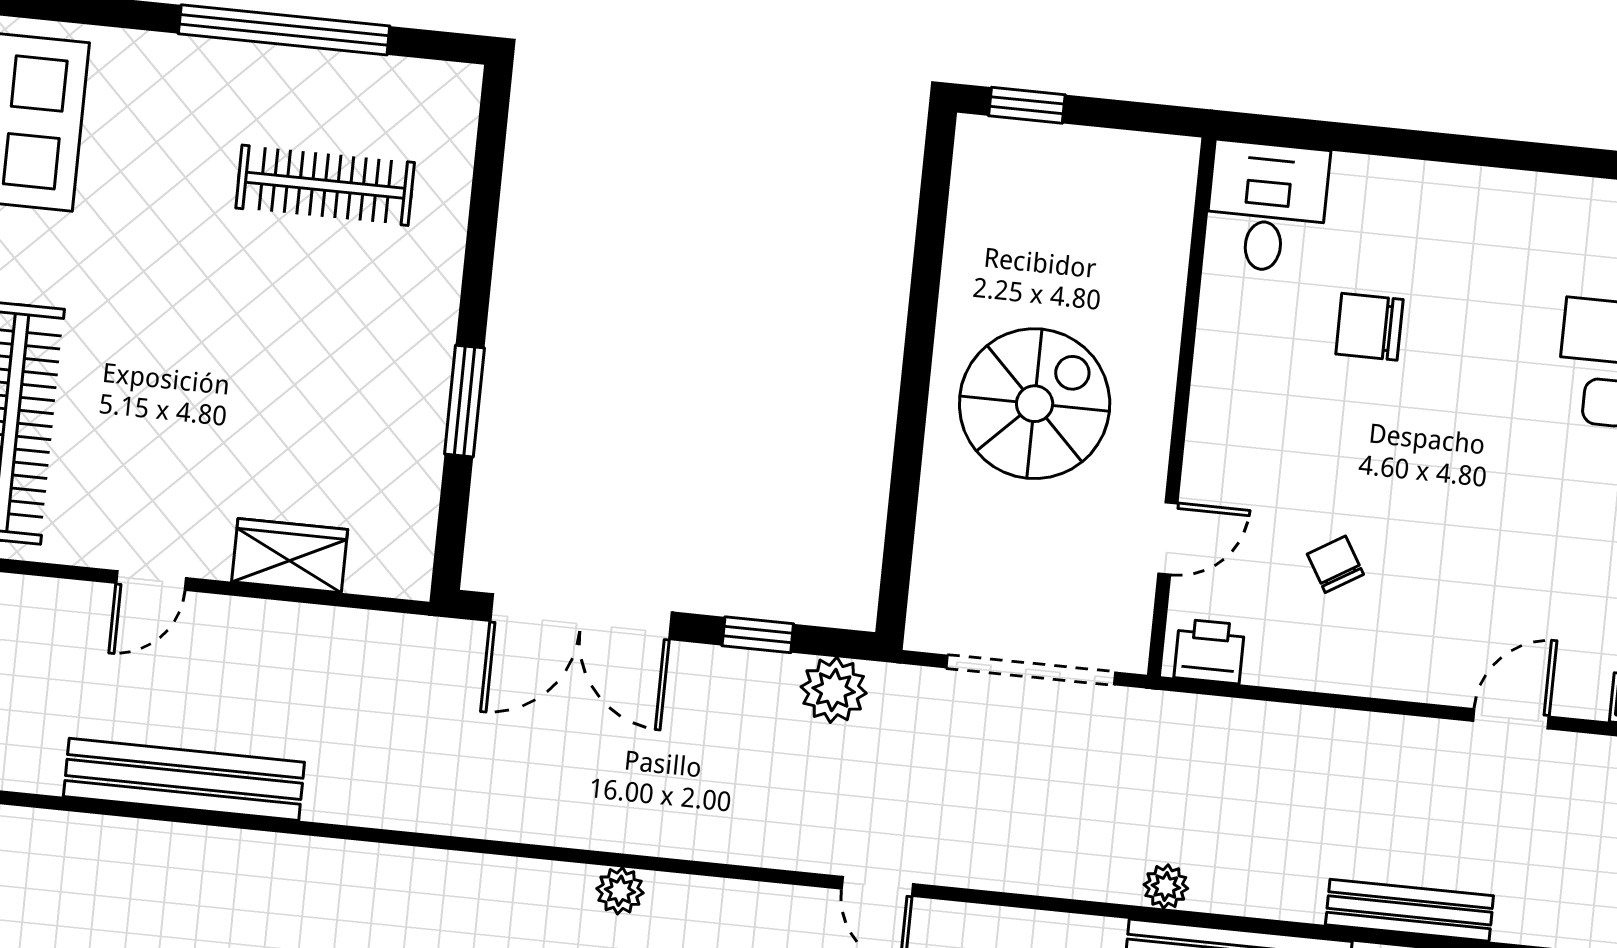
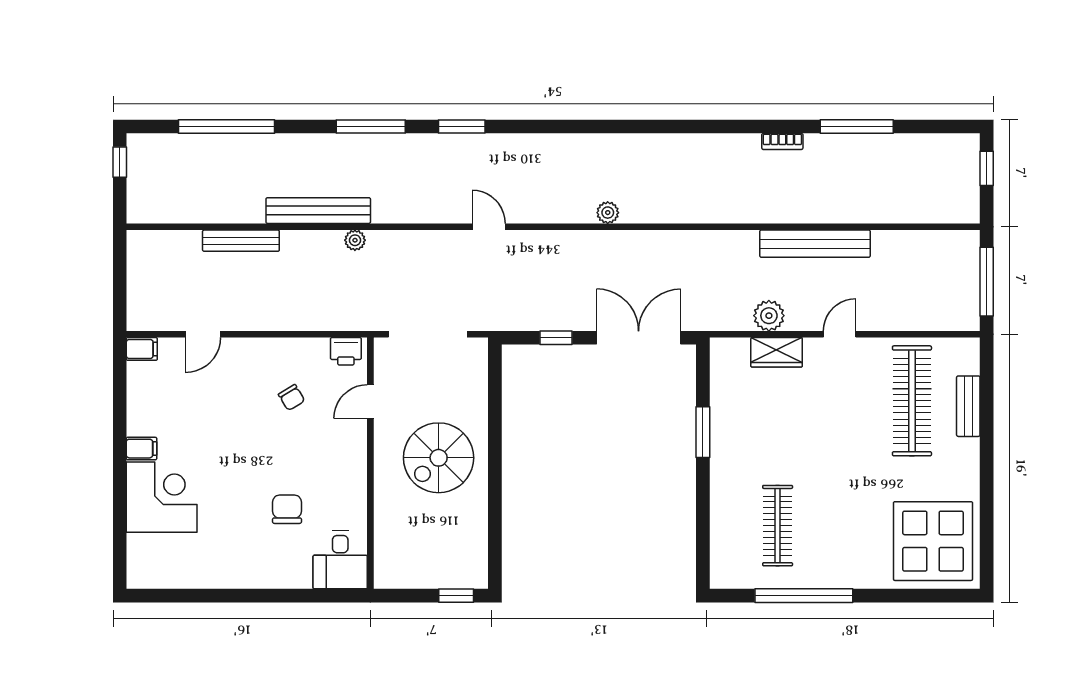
clothes rail: (325, 185) -> (778, 526), turned 90
chair: (1369, 327) -> (287, 509), turned -90
plant: (834, 690) -> (769, 316), moved

